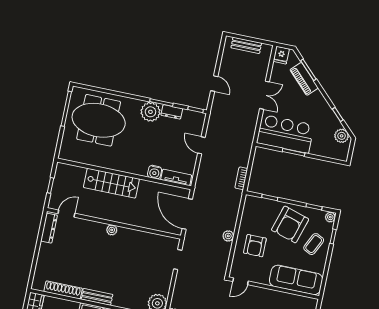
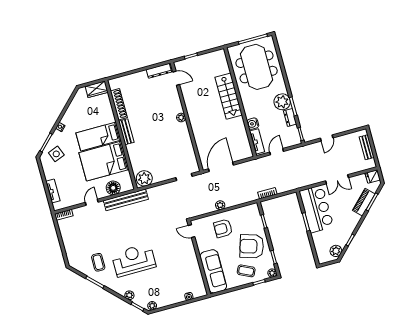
water cooler: (155, 172) -> (253, 124), moved
wall: (124, 174) -> (240, 102), moved
tv unit: (176, 177) -> (257, 141), moved
stairs: (111, 183) -> (229, 96), moved

